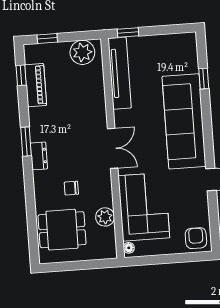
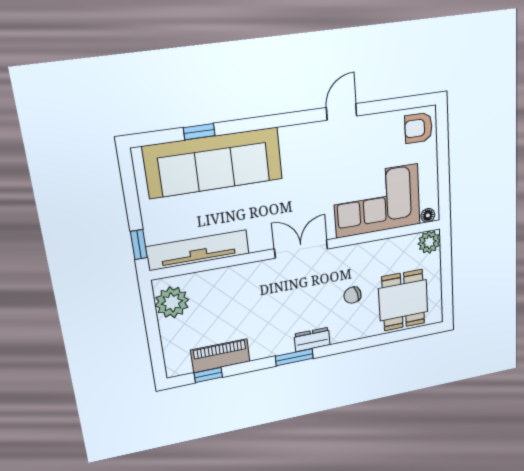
window: (47, 38) -> (156, 350), removed
sofa: (184, 121) -> (214, 163), moved
chair: (71, 188) -> (352, 295), turned 75
plant: (105, 217) -> (429, 242), moved

